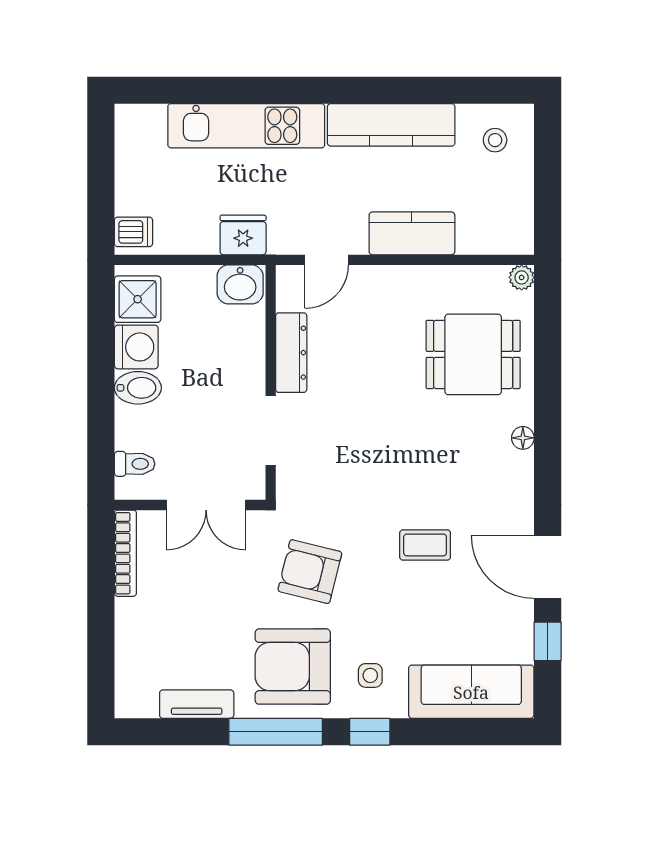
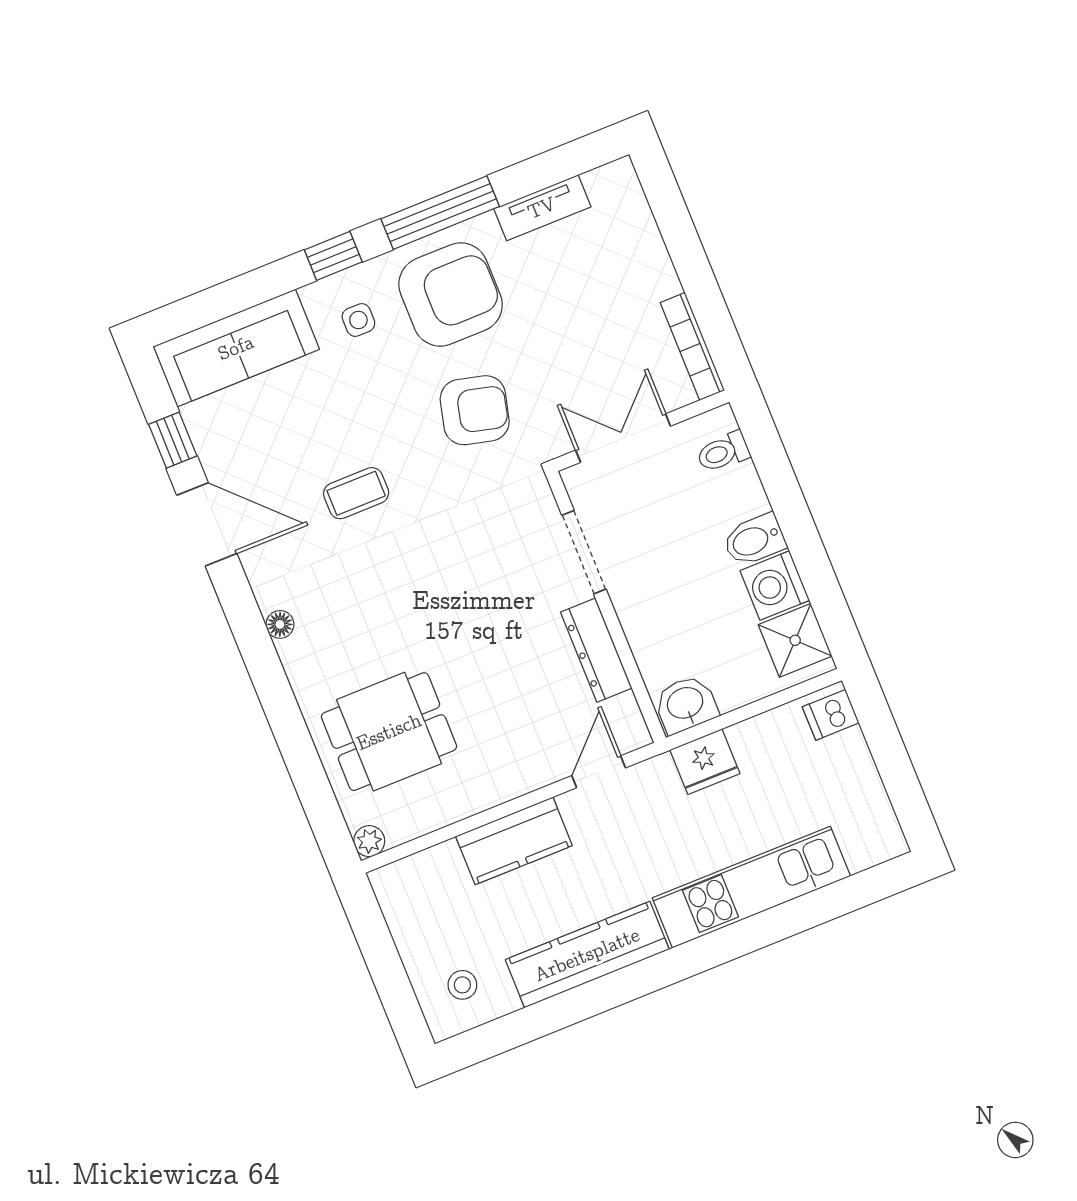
floor lamp: (523, 438) -> (280, 624), moved

